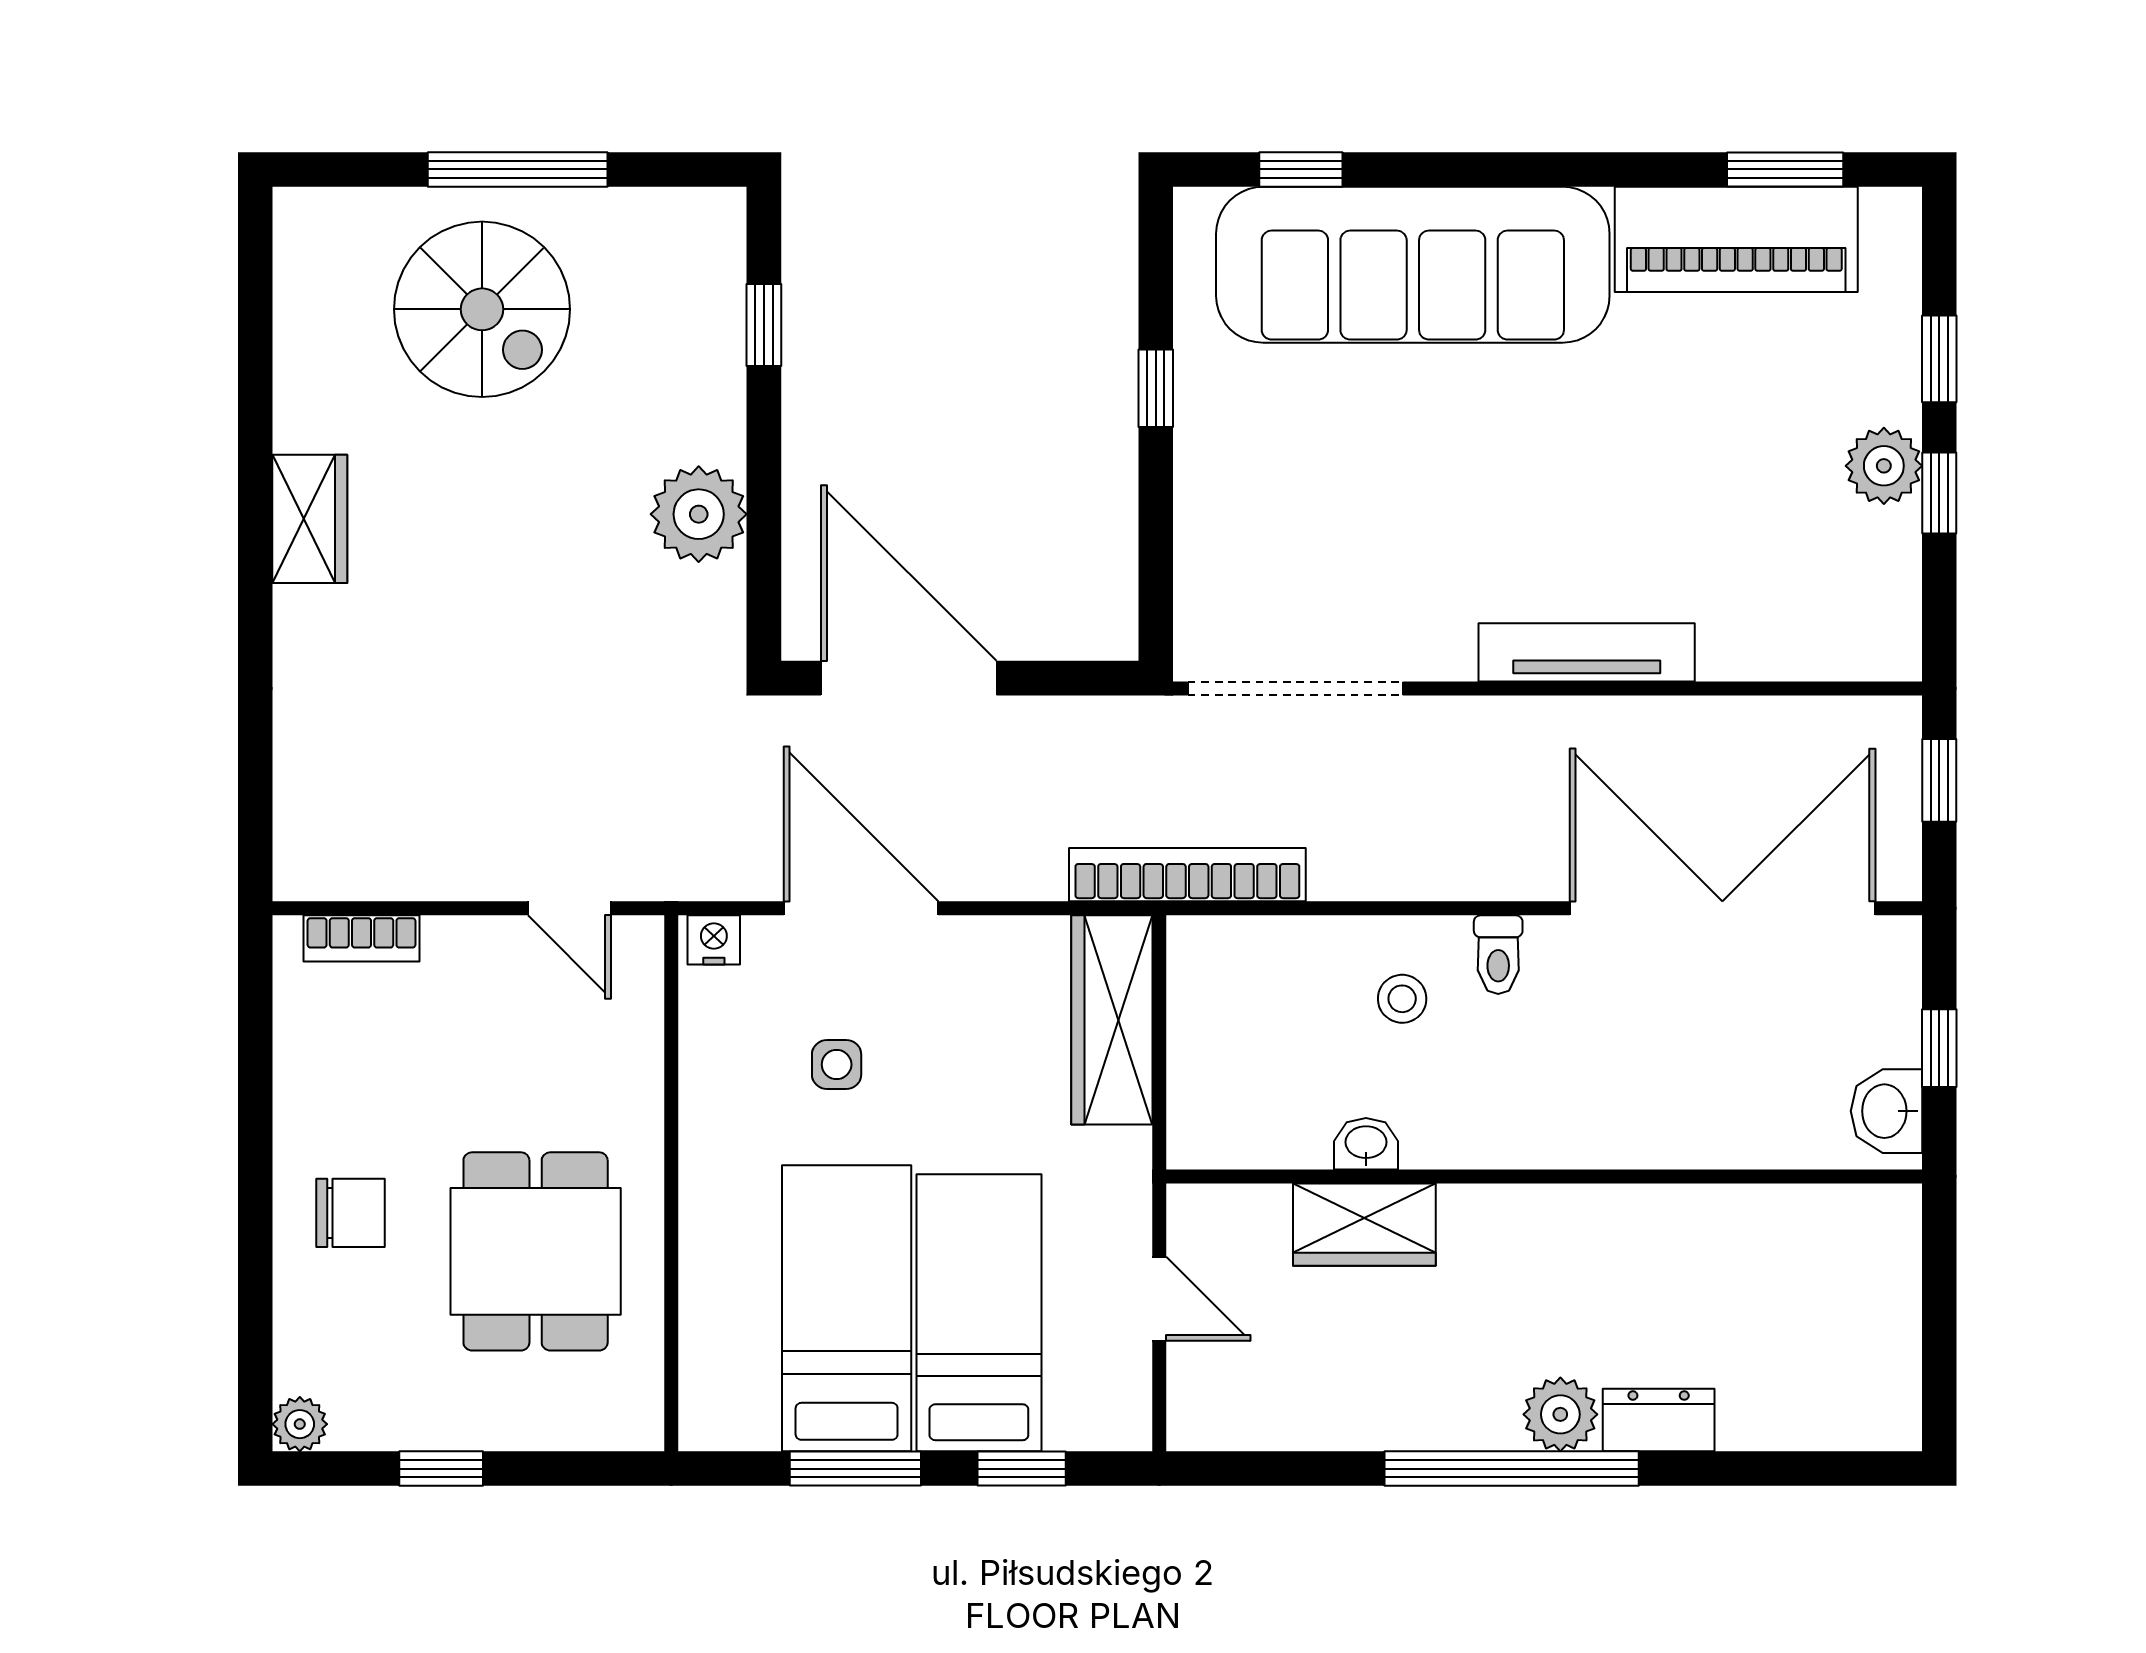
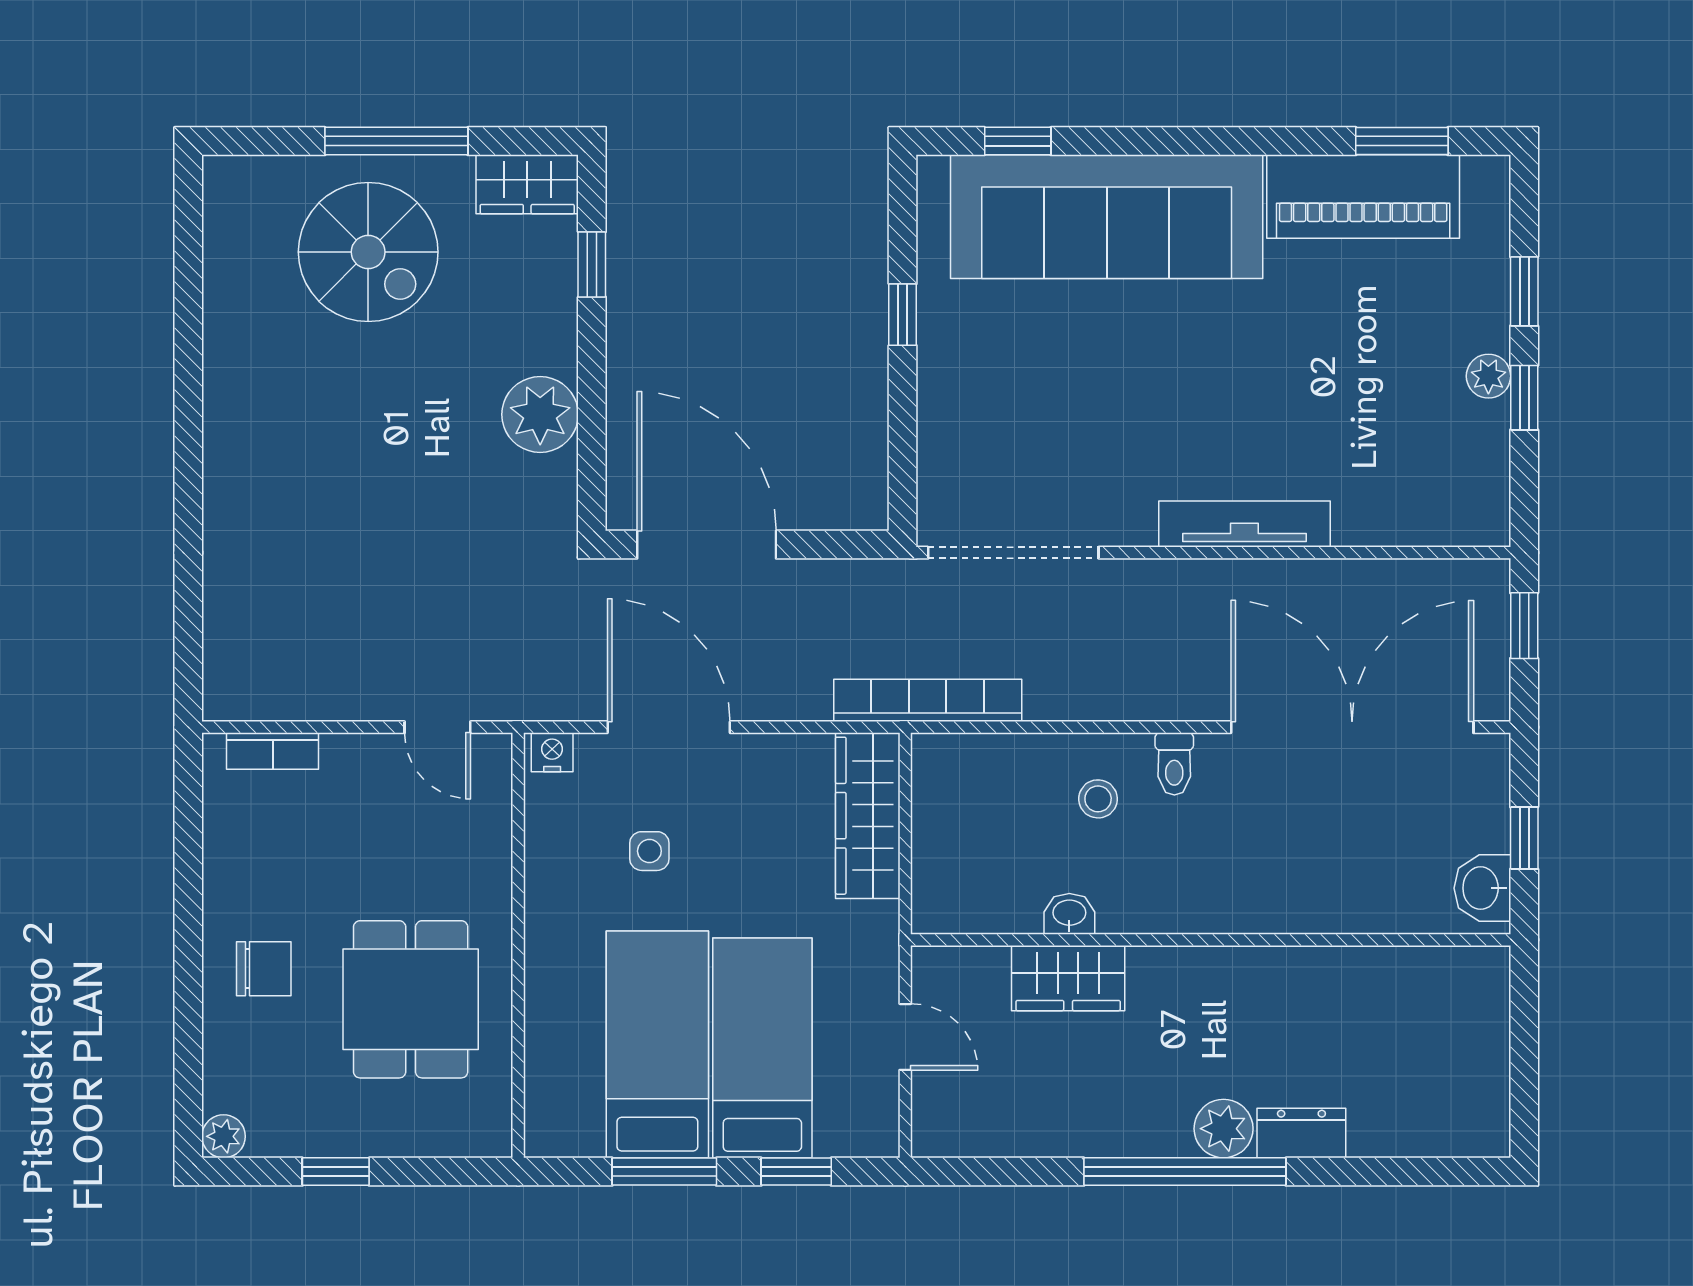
plant: (1884, 466) -> (1488, 376), width x0.73, depth x0.73
wardrobe: (310, 519) -> (527, 184), moved, turned 90

